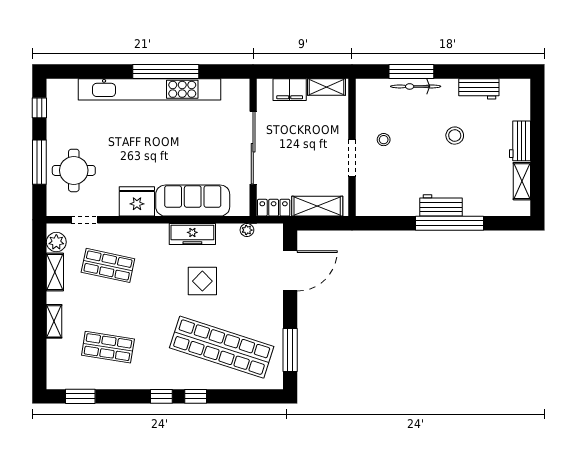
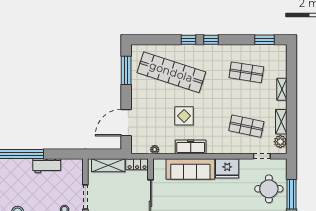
workbench: (441, 205) -> (47, 166), moved

